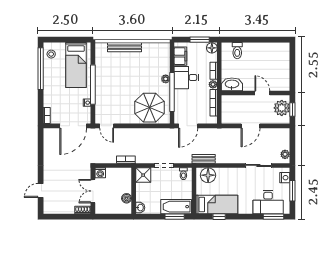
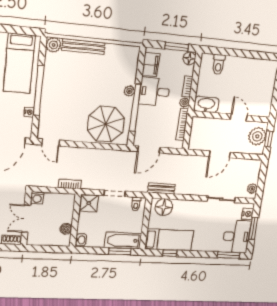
plant: (101, 48) -> (53, 45), added
desk: (268, 202) -> (236, 236), moved, turned -90

